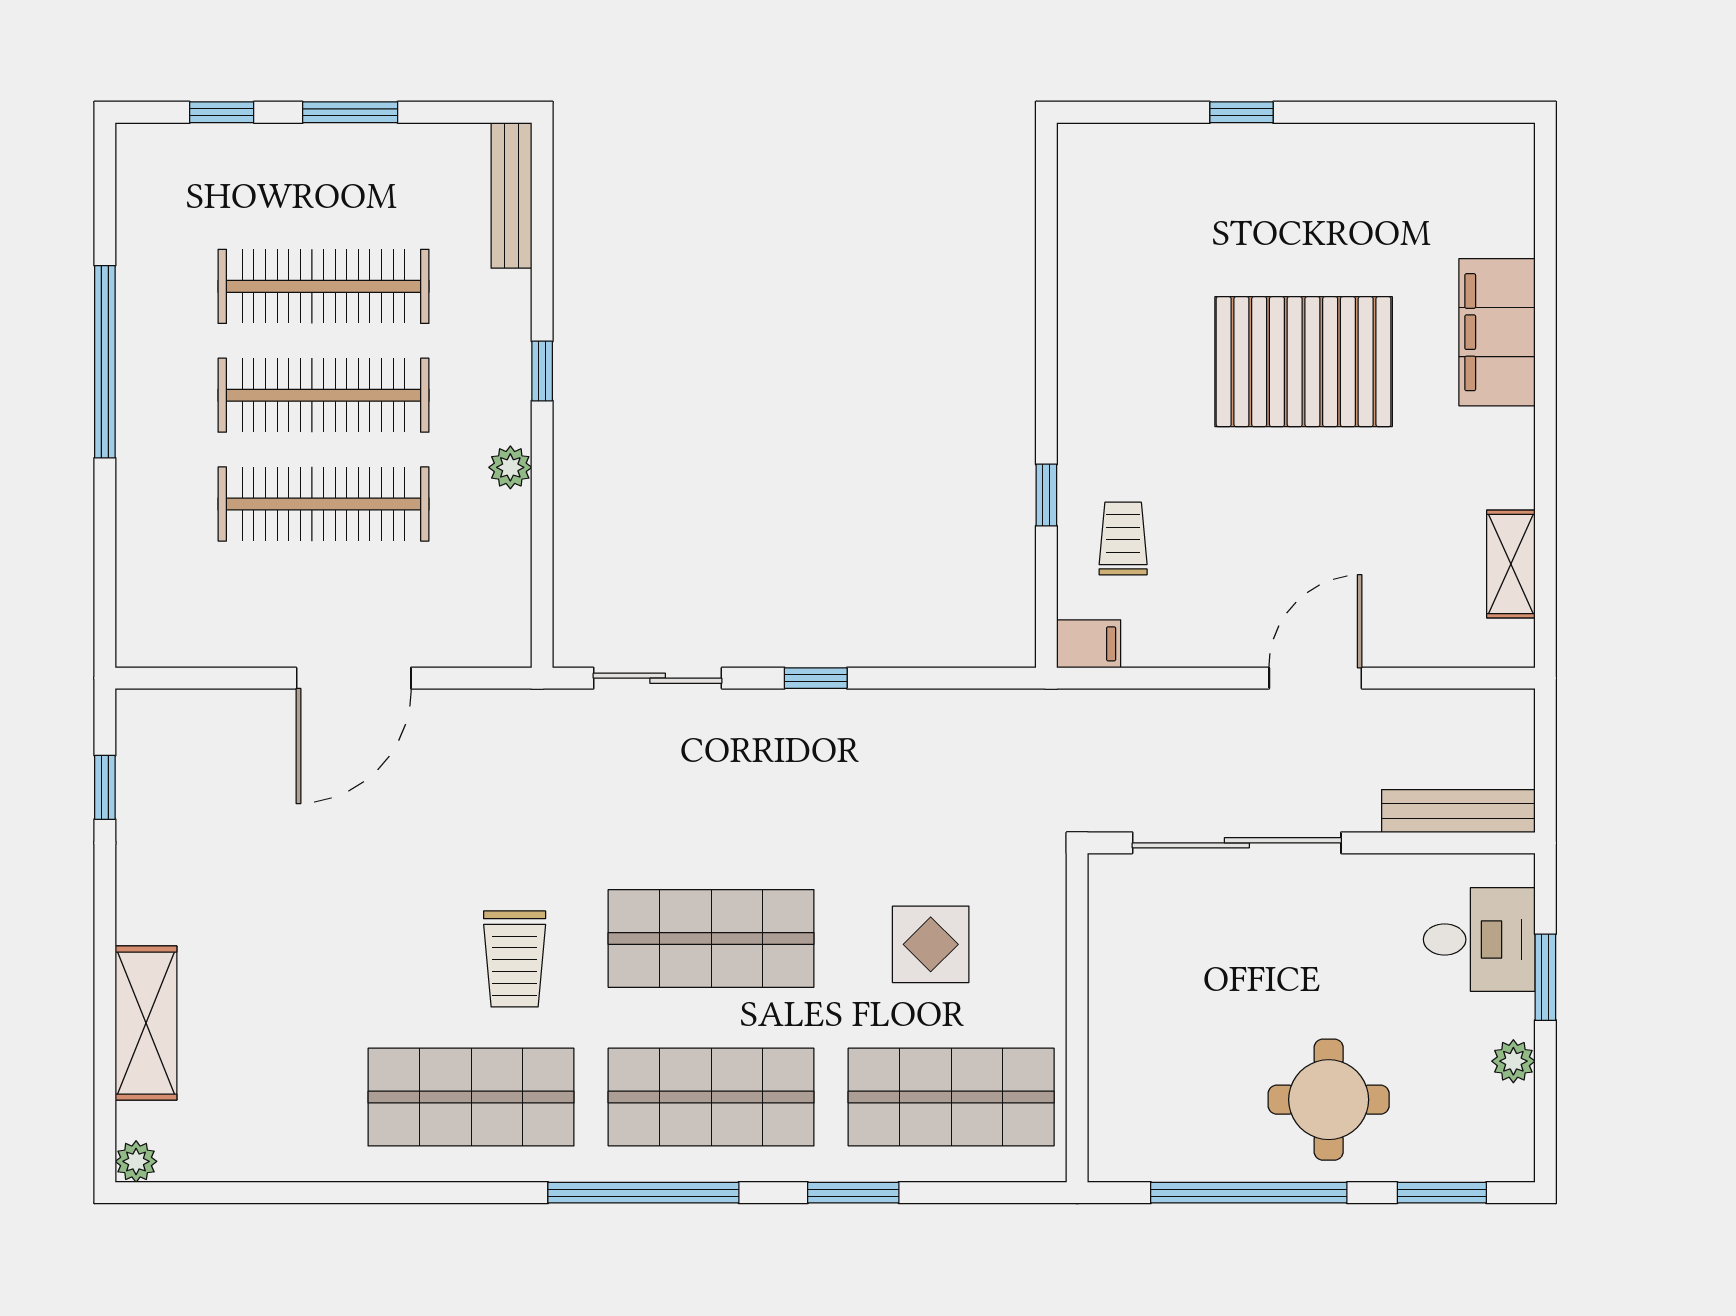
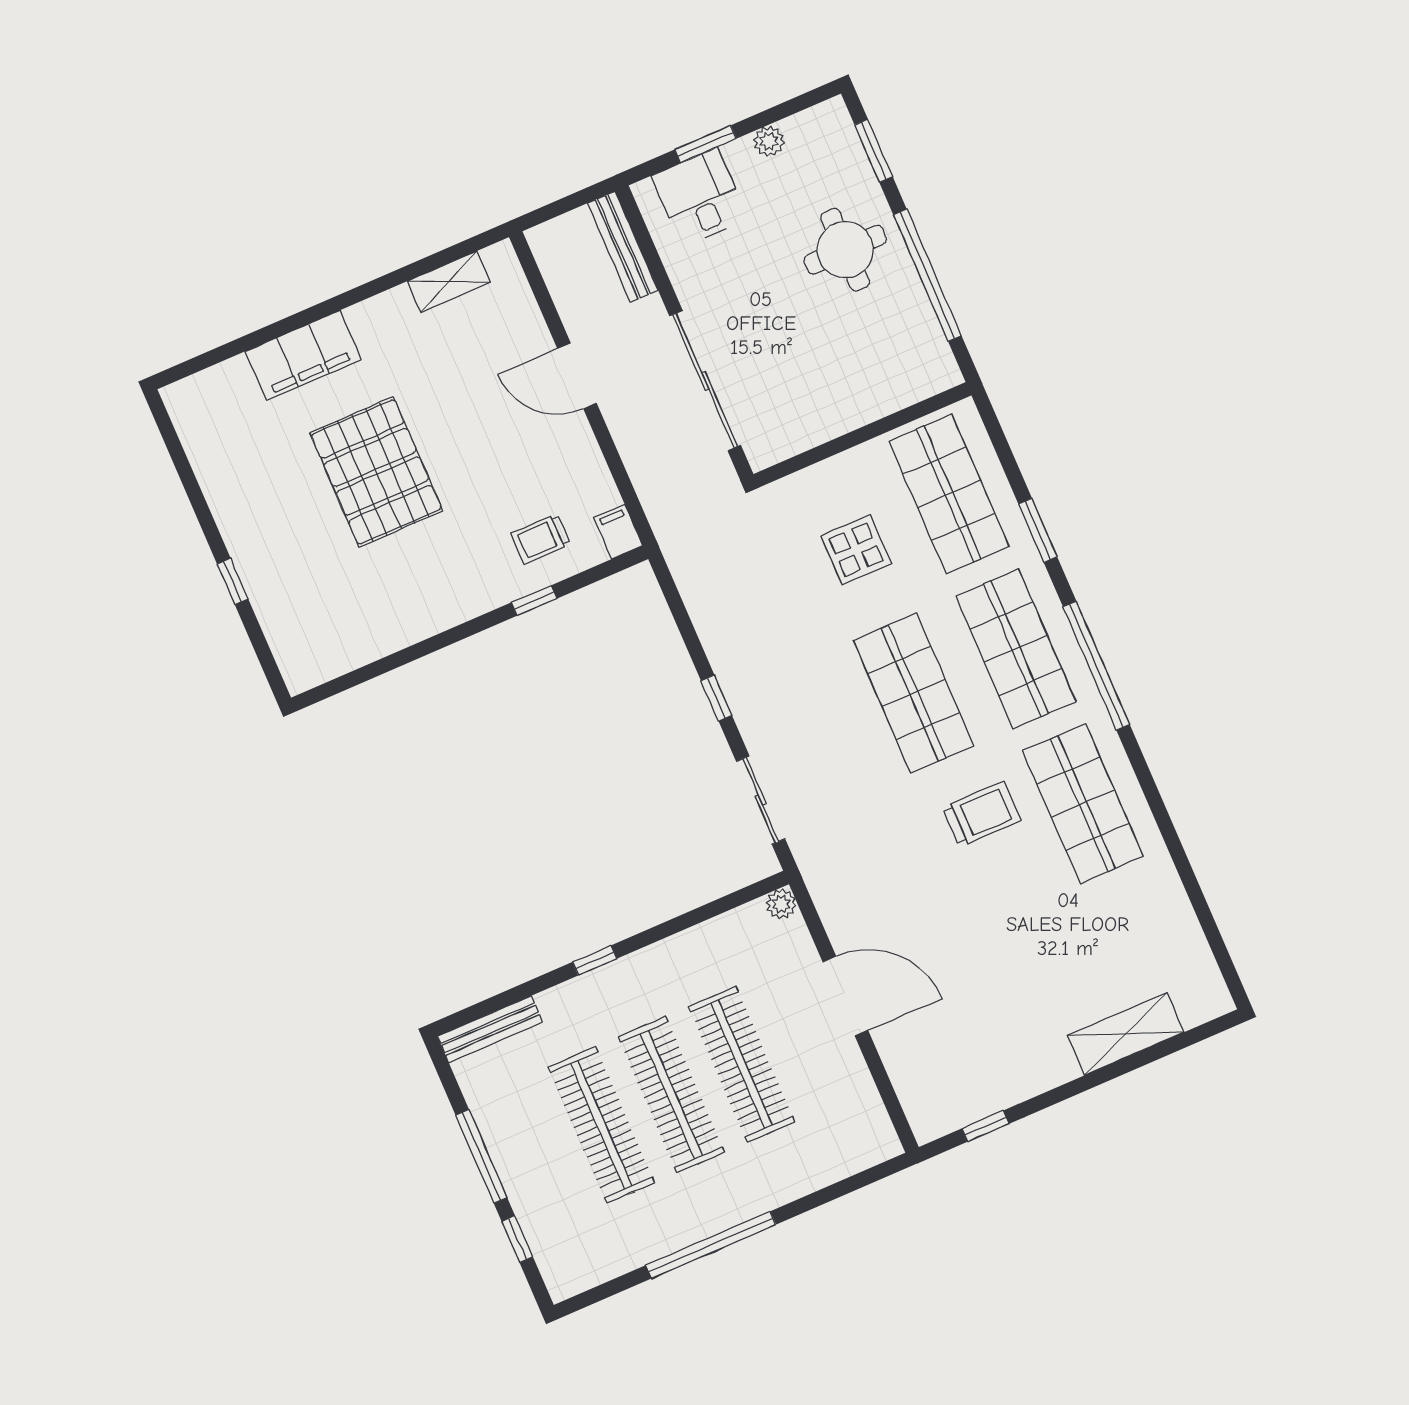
window: (350, 112) -> (481, 1156), width x1.44
plant: (510, 467) -> (781, 904), moved
plant: (136, 1161) -> (1218, 1002), removed

